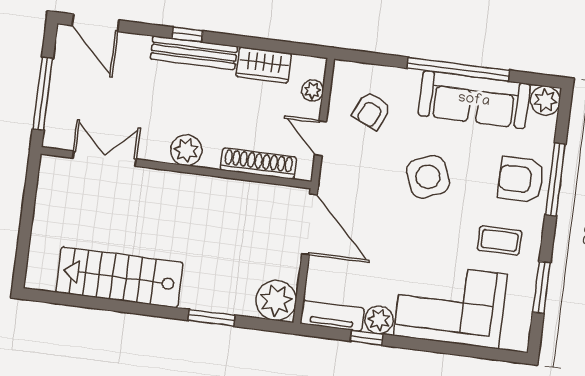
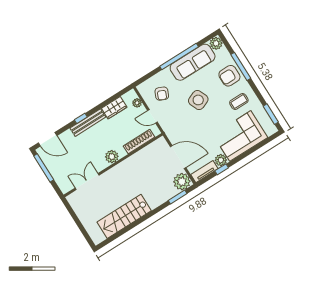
window: (43, 94) -> (44, 168), moved
door: (309, 224) -> (178, 157), moved
window: (542, 287) -> (271, 114), moved
window: (212, 318) -> (178, 197), moved

